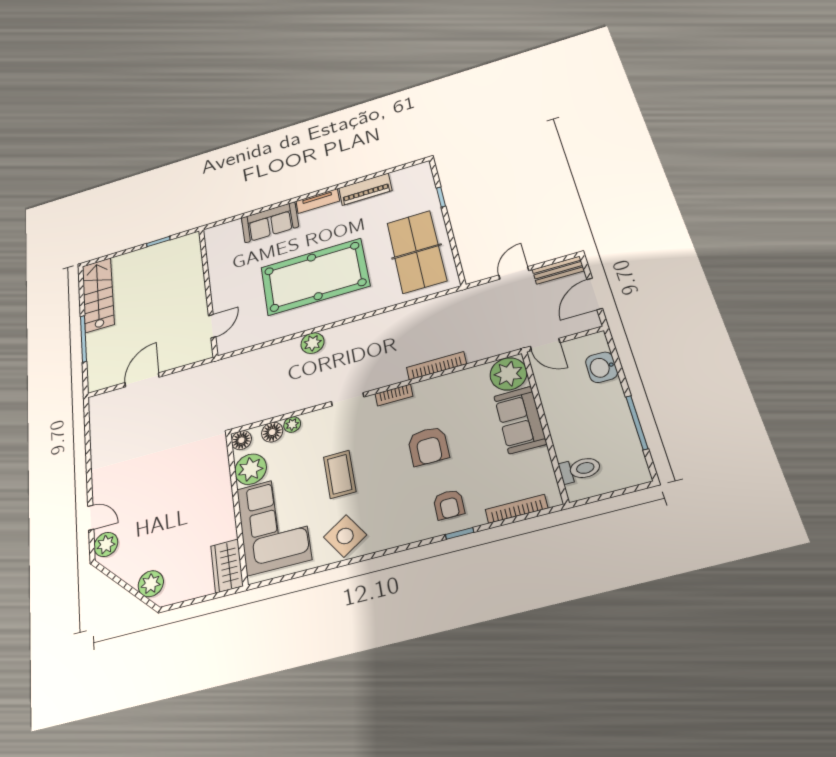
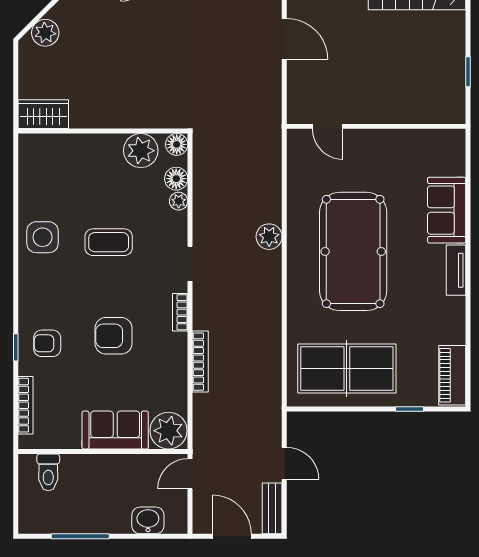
piano: (365, 189) -> (452, 375), moved
corner sofa: (274, 524) -> (74, 167), removed
side table: (345, 536) -> (43, 237), turned 33

